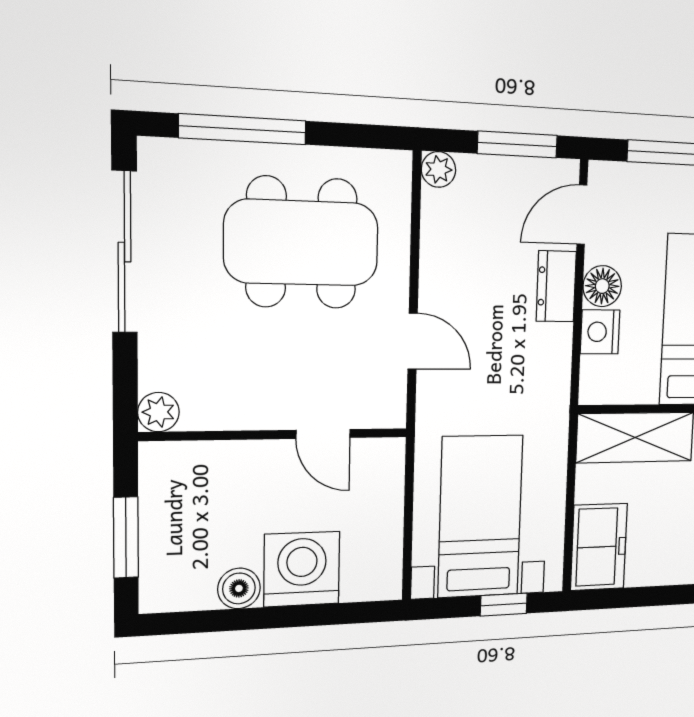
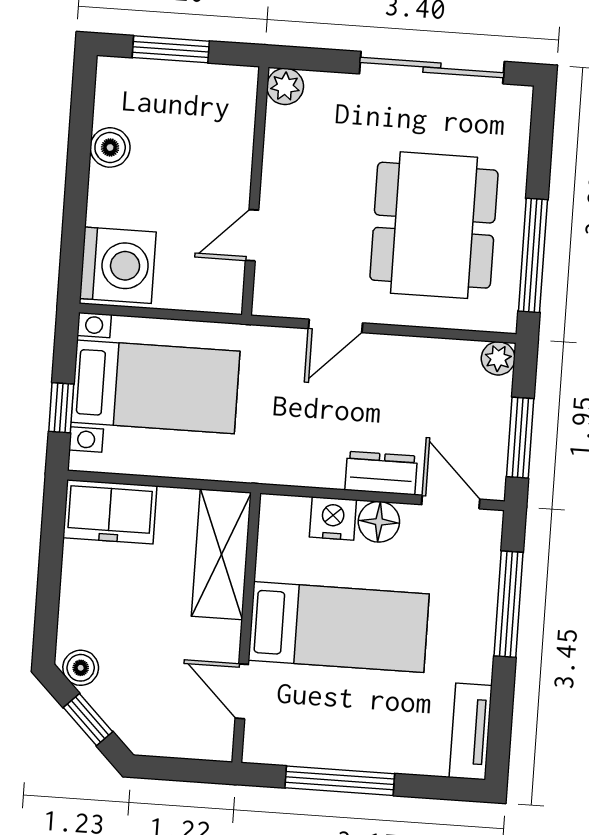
window: (243, 129) -> (533, 255), moved
washing machine: (302, 569) -> (118, 265), moved

